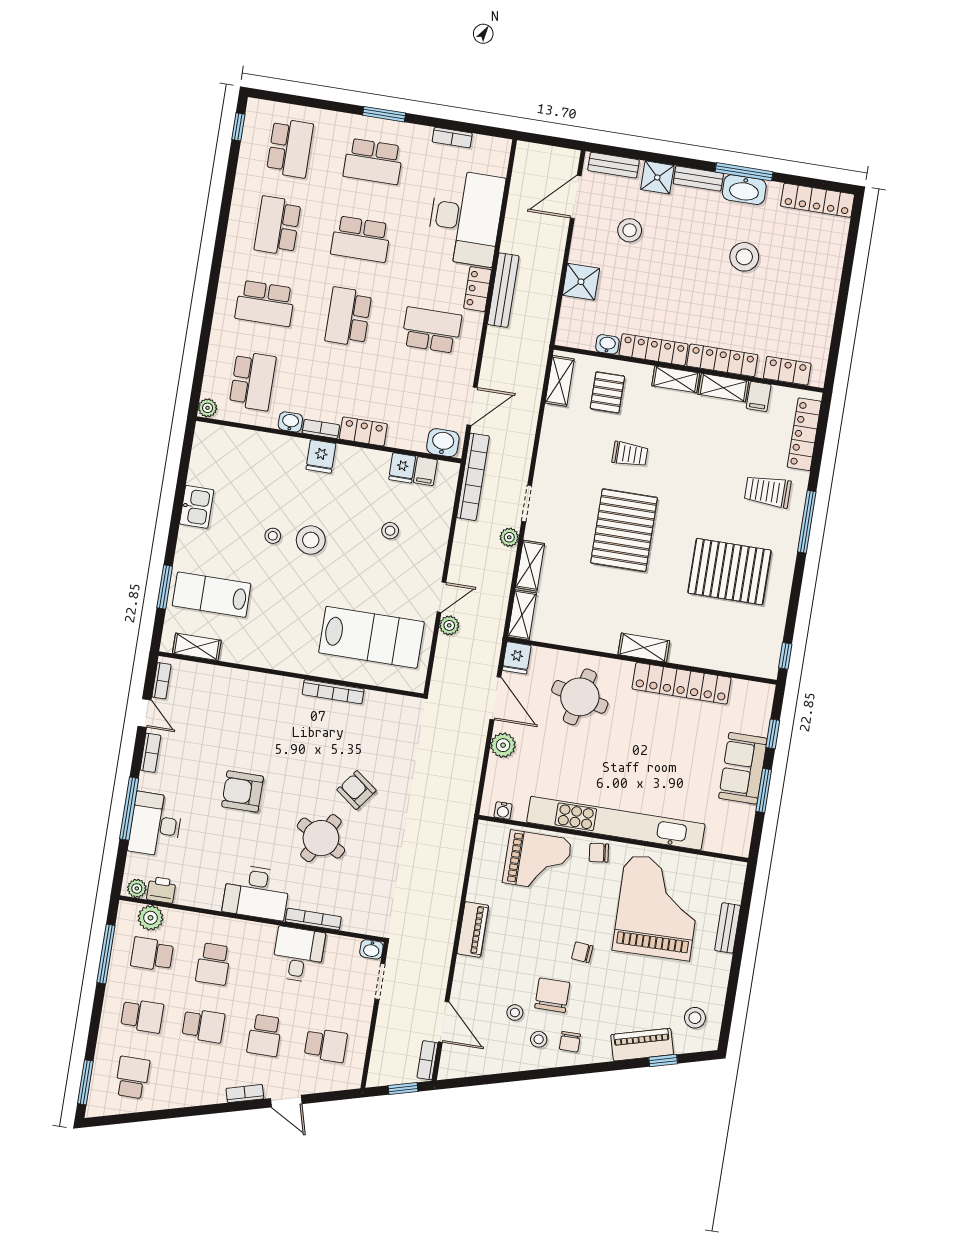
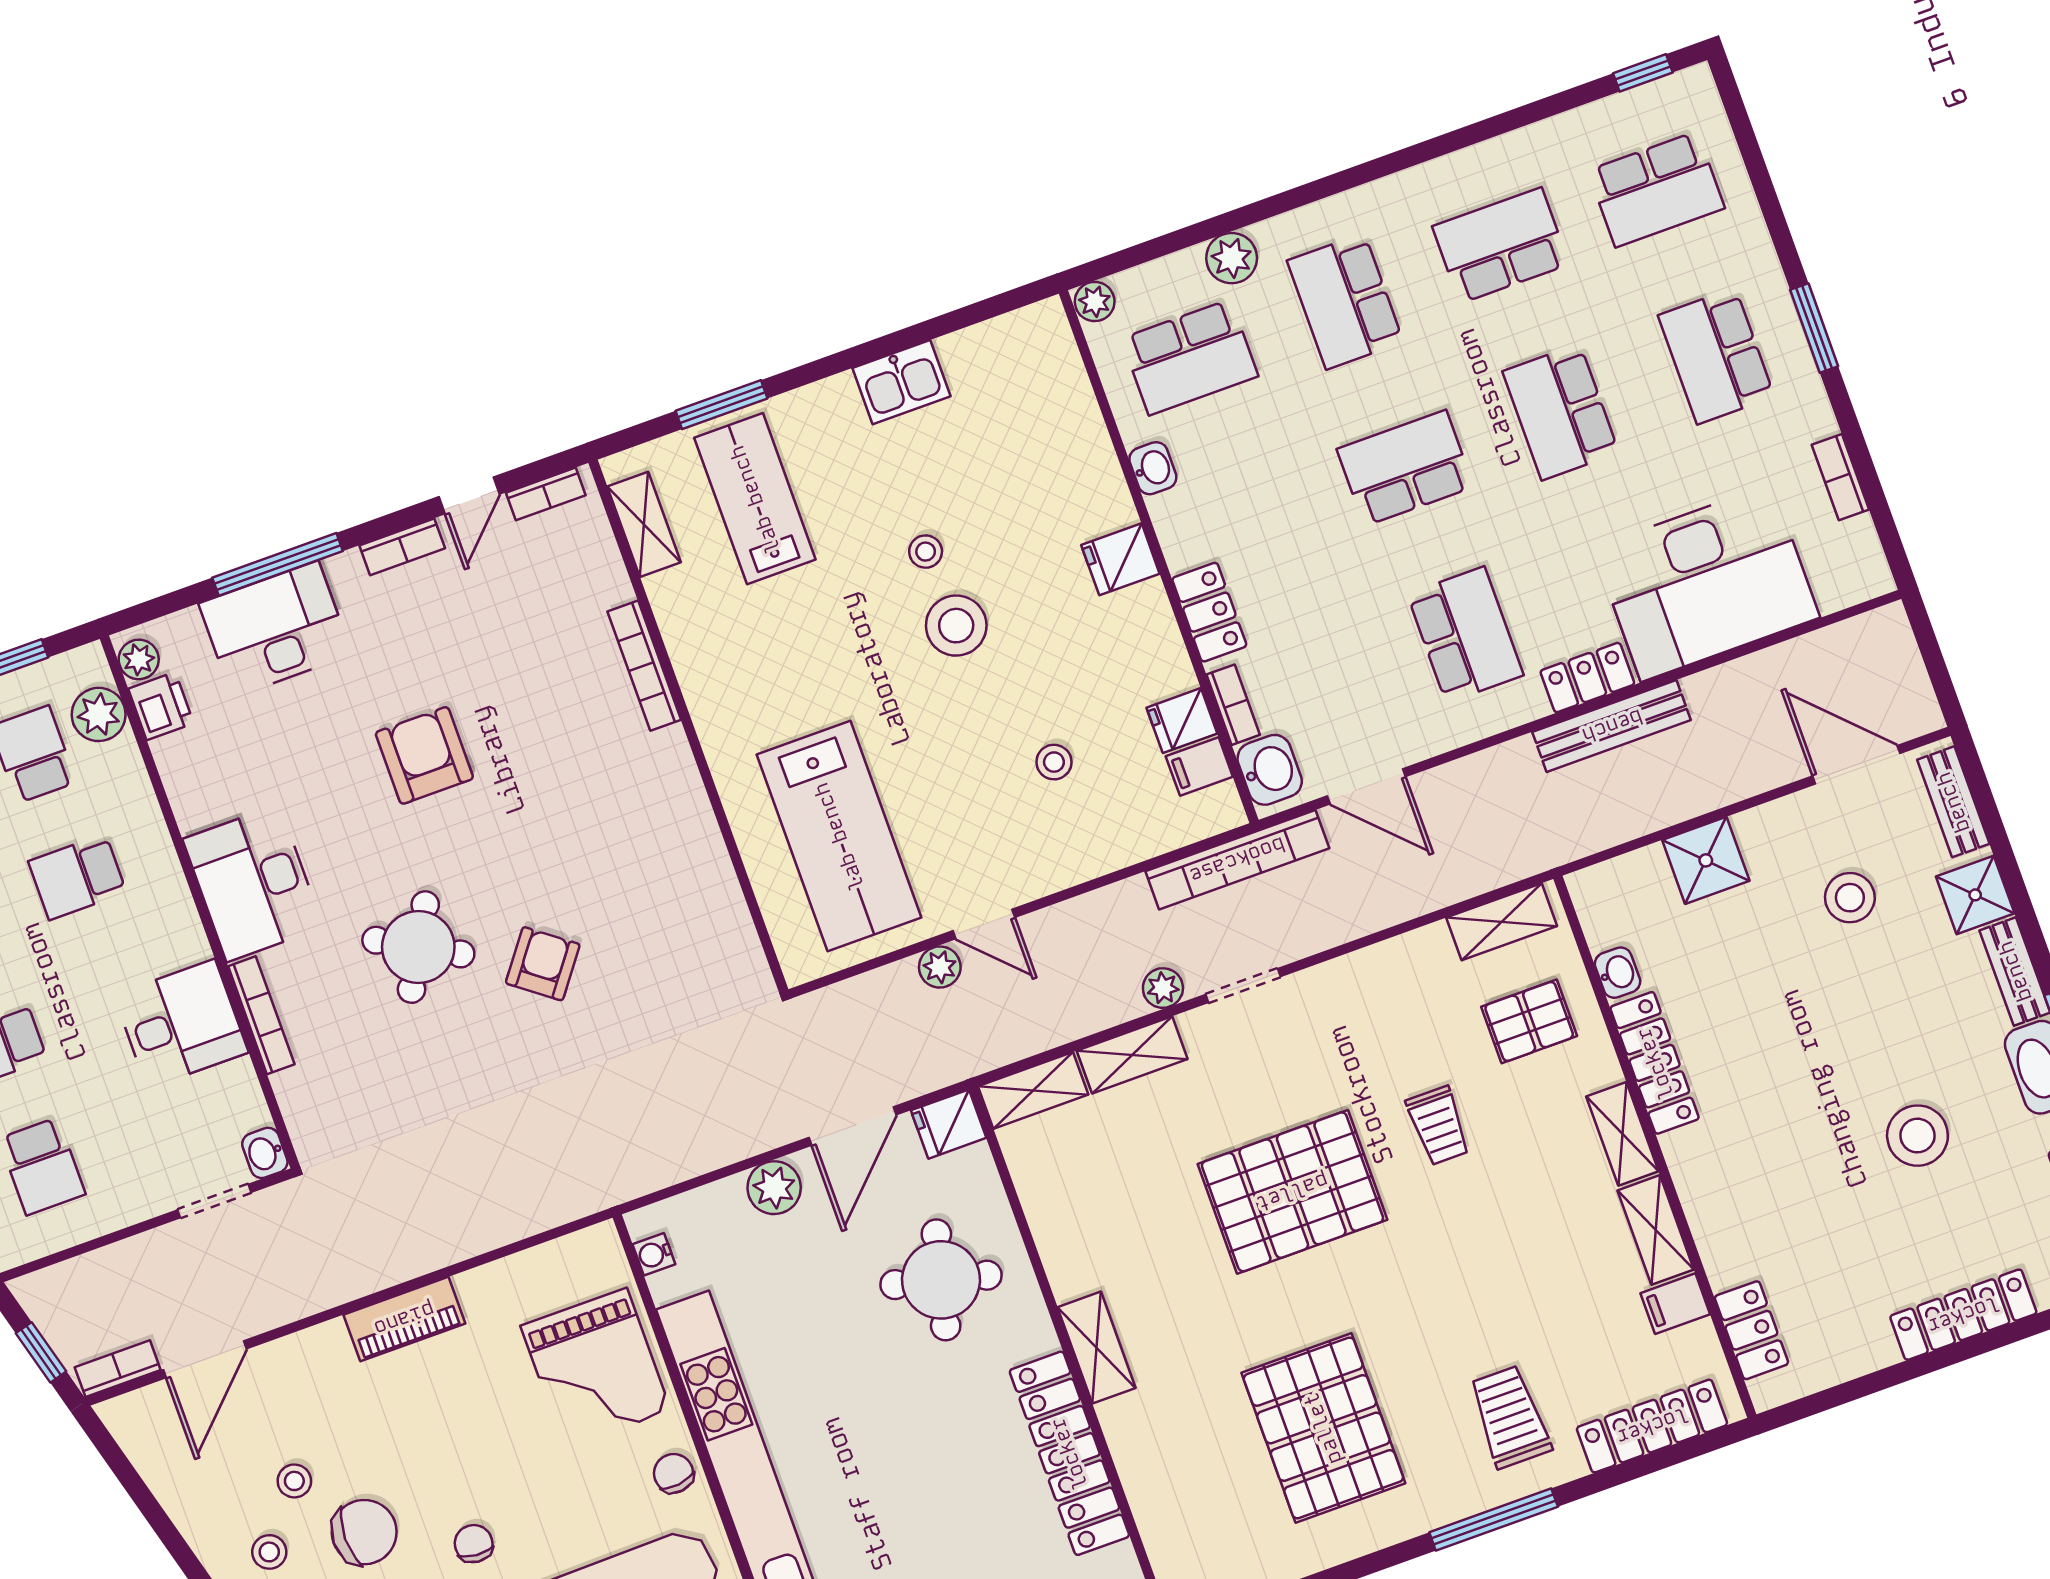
plant: (221, 341) -> (1232, 258), added
locker: (722, 360) -> (1963, 1315), moved, turned -90
bookcase: (321, 429) -> (1233, 705), moved
bookcase: (333, 692) -> (644, 666), moved

